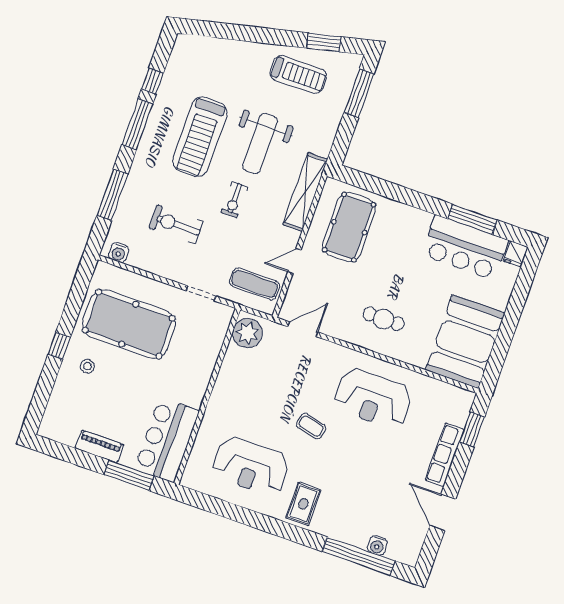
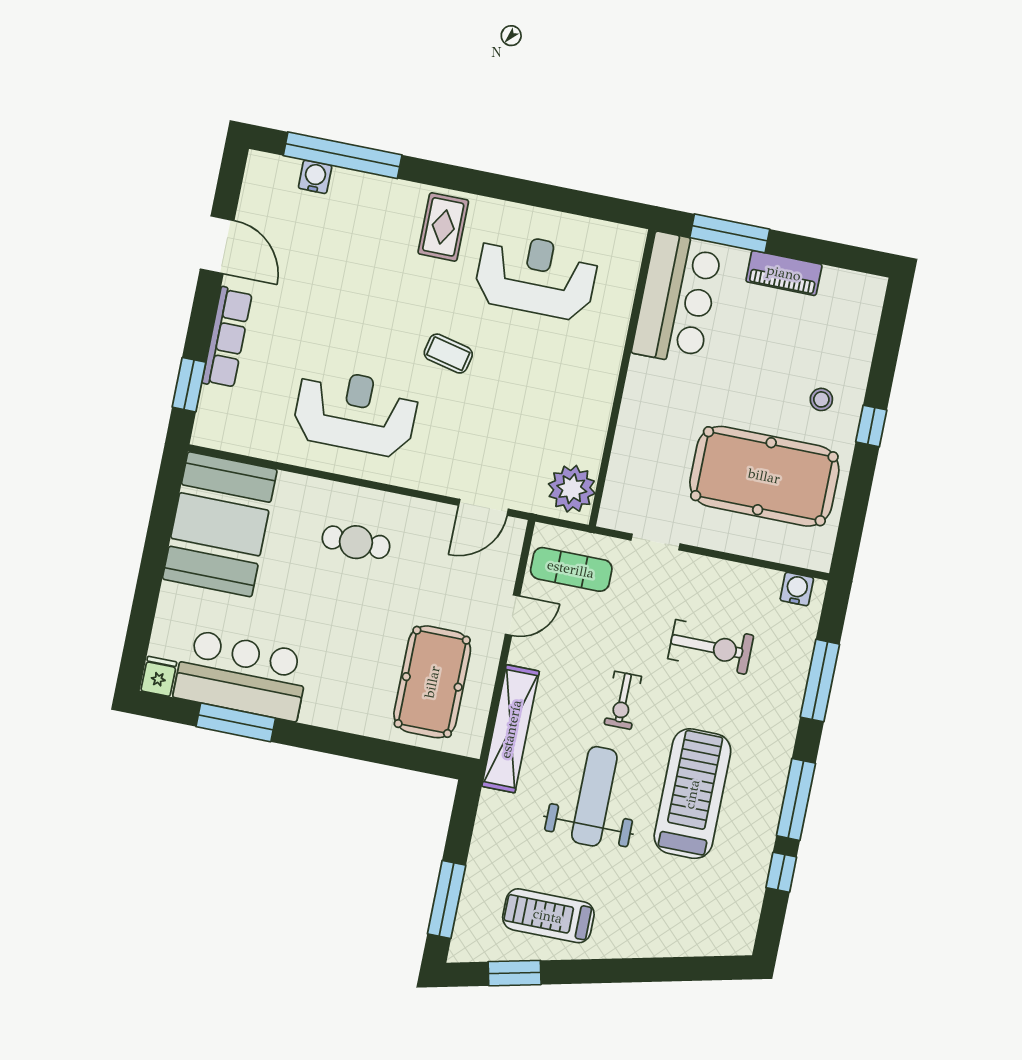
exercise bike: (234, 200) -> (623, 700), turned 180

